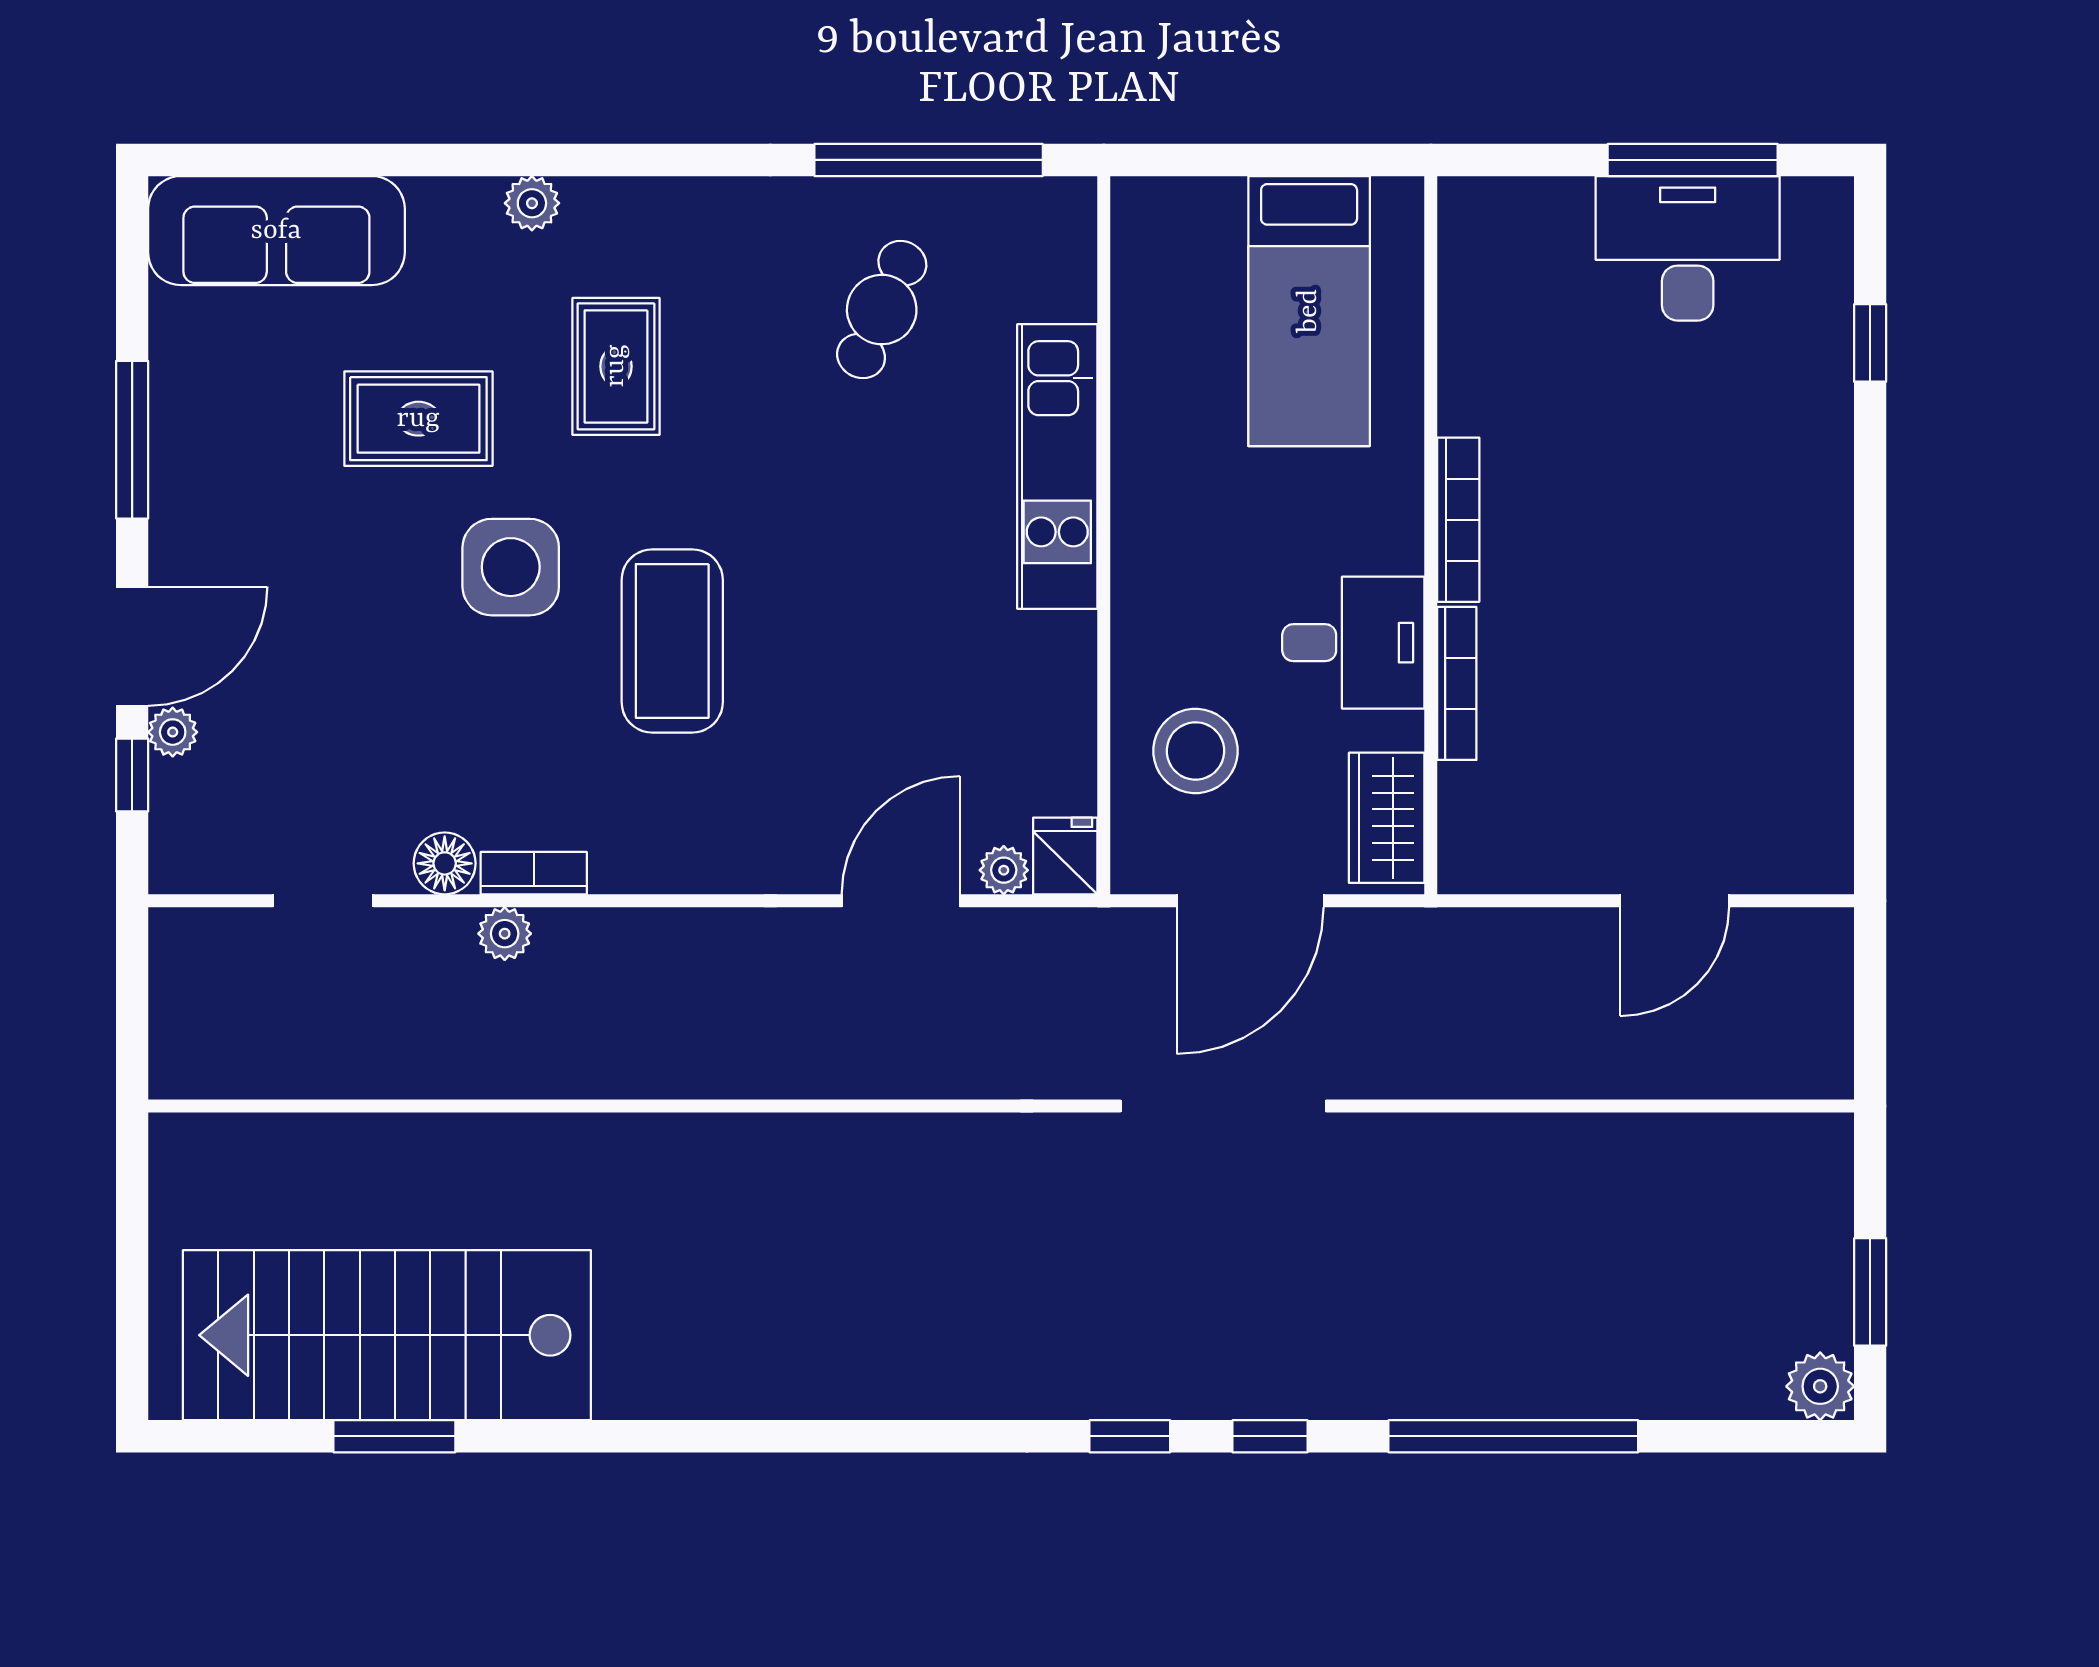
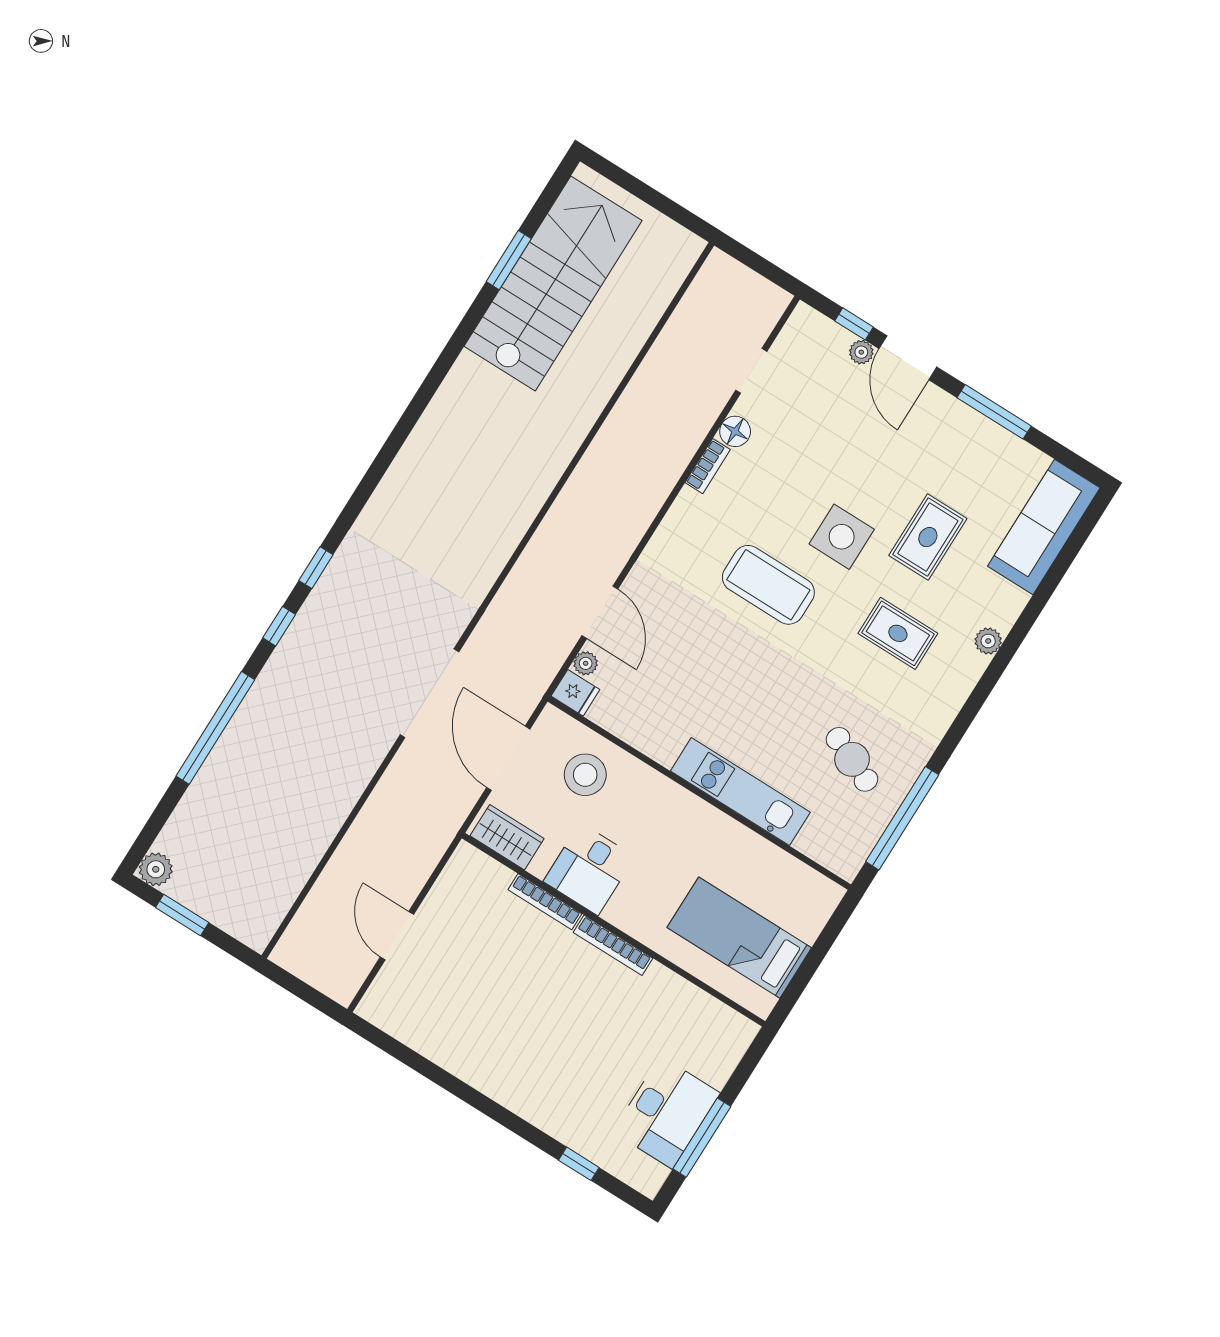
plant: (505, 934) -> (690, 438), removed

